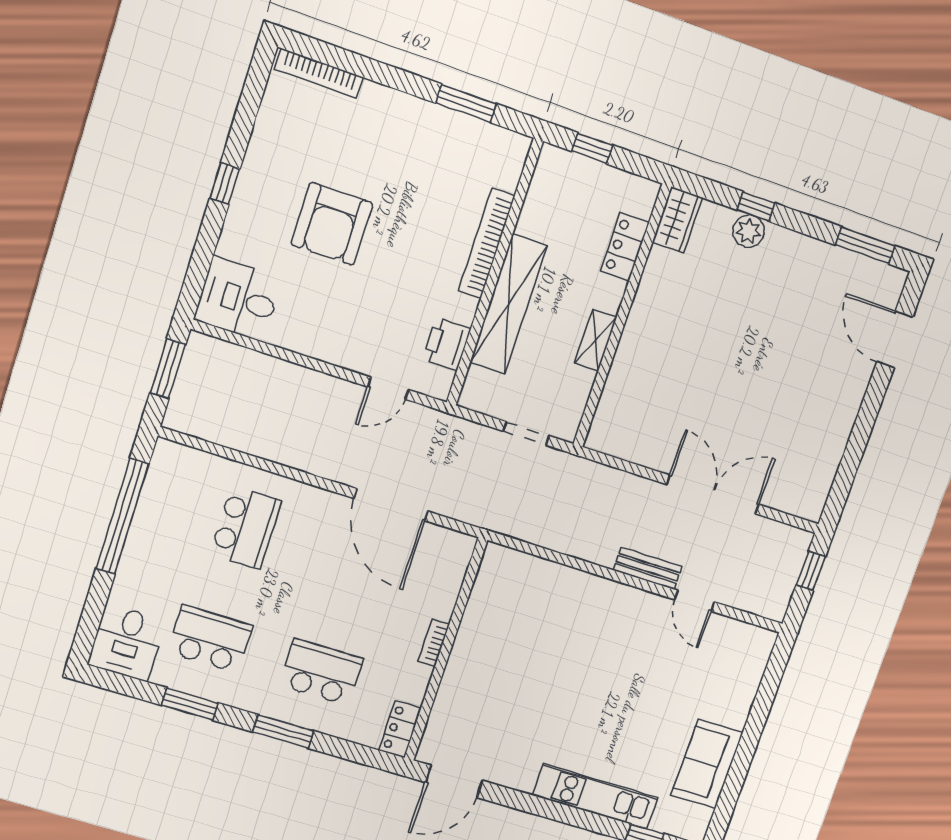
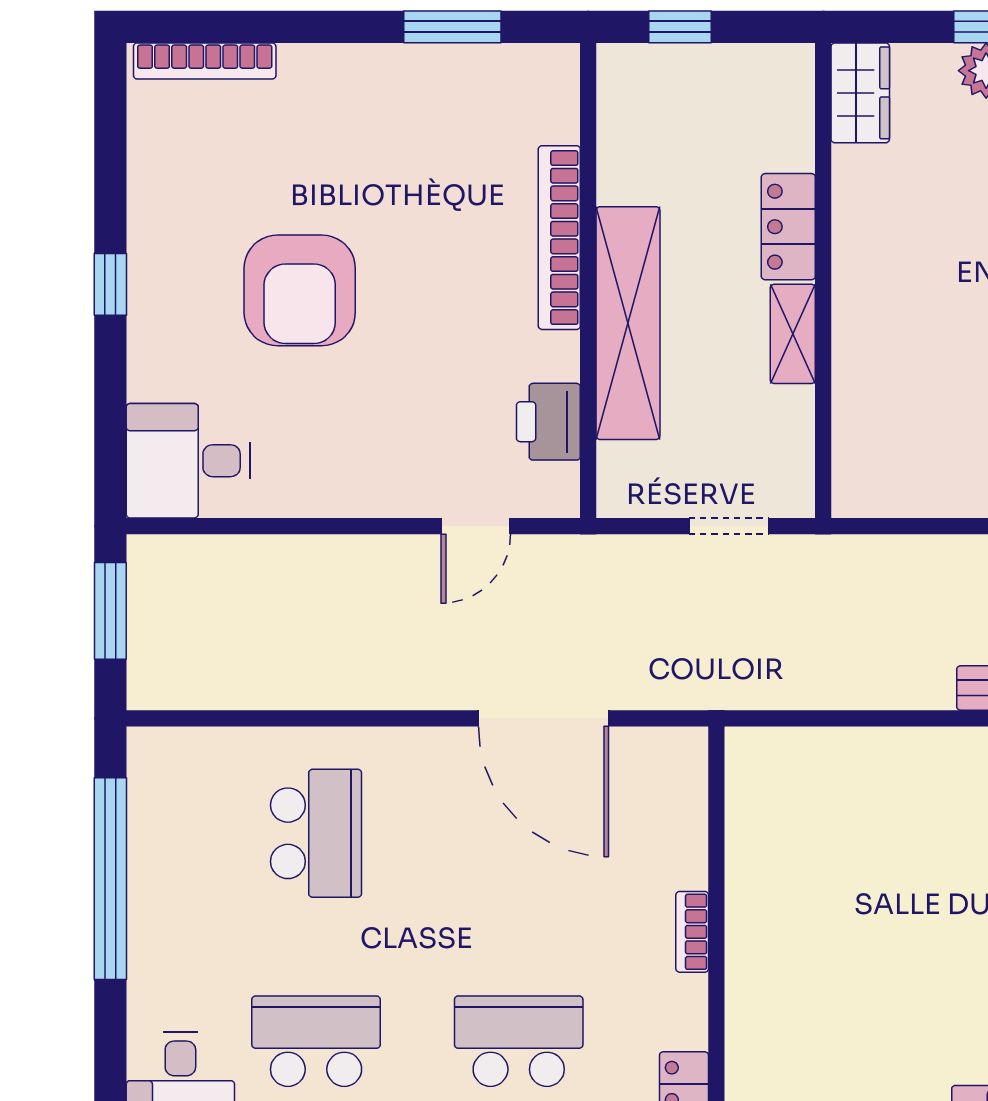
locker: (625, 247) -> (788, 227), moved

